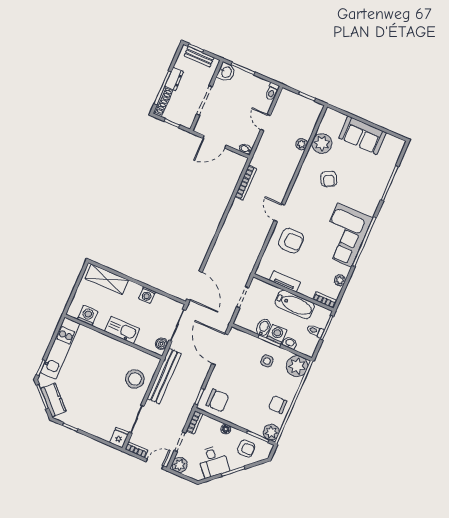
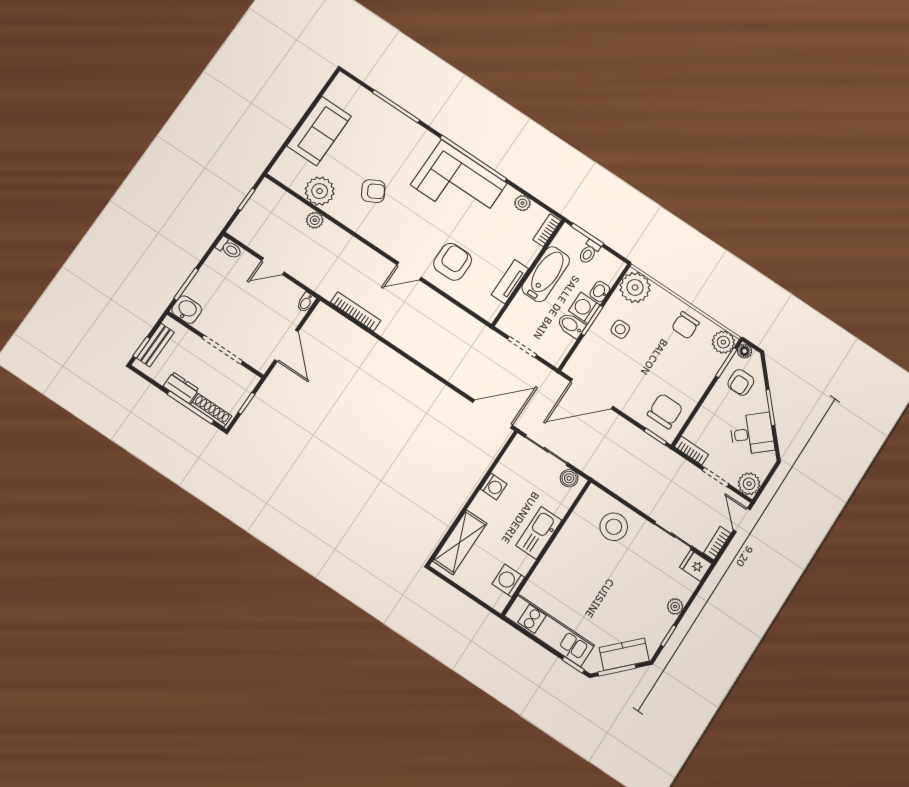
bench: (164, 376) -> (617, 483), removed
plant: (90, 428) -> (675, 606), added
floor lamp: (226, 429) -> (745, 351), moved
armchair: (246, 448) -> (741, 382), turned 180

